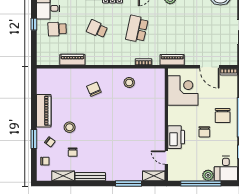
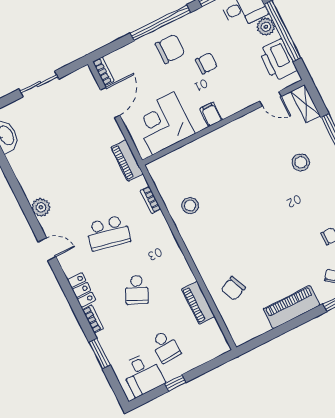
chair: (94, 89) -> (233, 289), moved
filing cabinet: (174, 120) -> (211, 114), added
stool: (70, 127) -> (301, 162), moved
printer: (176, 137) -> (278, 60), moved, turned -90
door: (166, 158) -> (270, 99), hinge flipped

